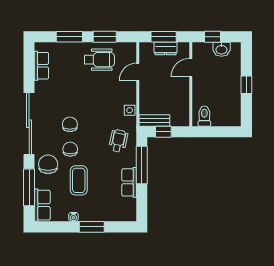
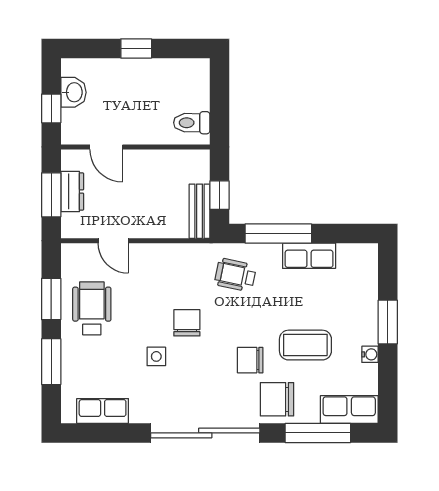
side table: (130, 110) -> (156, 356), moved
chair: (70, 124) -> (187, 323), moved, turned 90

